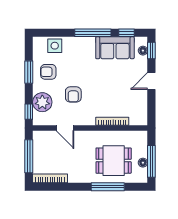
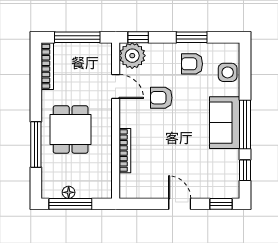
sofa: (115, 48) -> (225, 123), moved
floor lamp: (143, 51) -> (221, 192), removed
armchair: (48, 72) -> (192, 64), turned -90
plant: (42, 102) -> (132, 56), moved
door: (65, 128) -> (116, 87), swing flipped
dining table: (114, 161) -> (71, 129), moved

